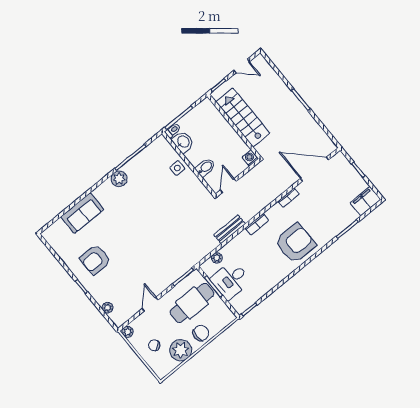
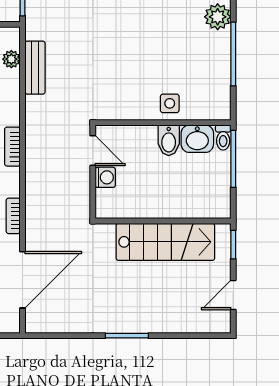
washing machine: (250, 158) -> (105, 177), moved
bidet: (205, 167) -> (169, 140), moved
bench: (230, 229) -> (35, 68), moved

